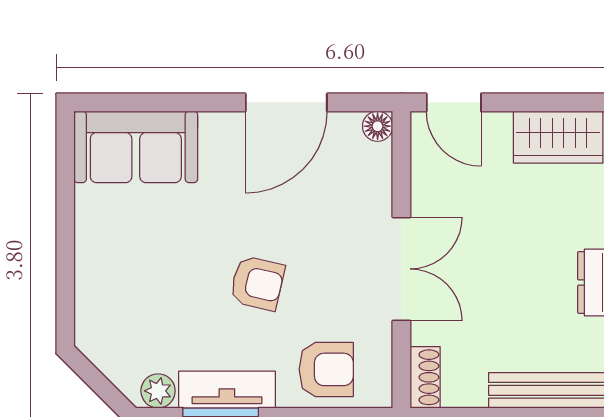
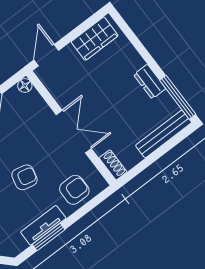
door: (454, 102) -> (46, 55), swing flipped
plant: (158, 391) -> (18, 245), removed

